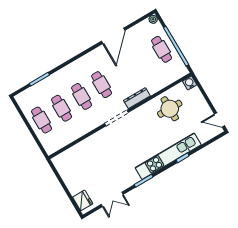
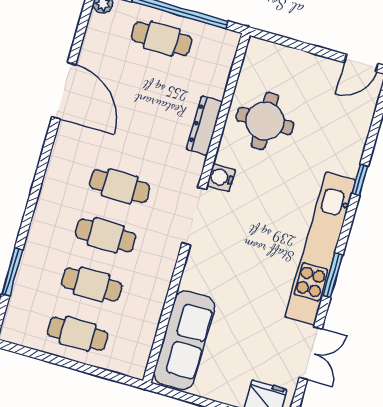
water cooler: (190, 83) -> (221, 177), moved
dresser: (137, 98) -> (205, 126), moved
sofa: (75, 155) -> (184, 340), added
kitchen unit: (168, 156) -> (320, 248), moved

